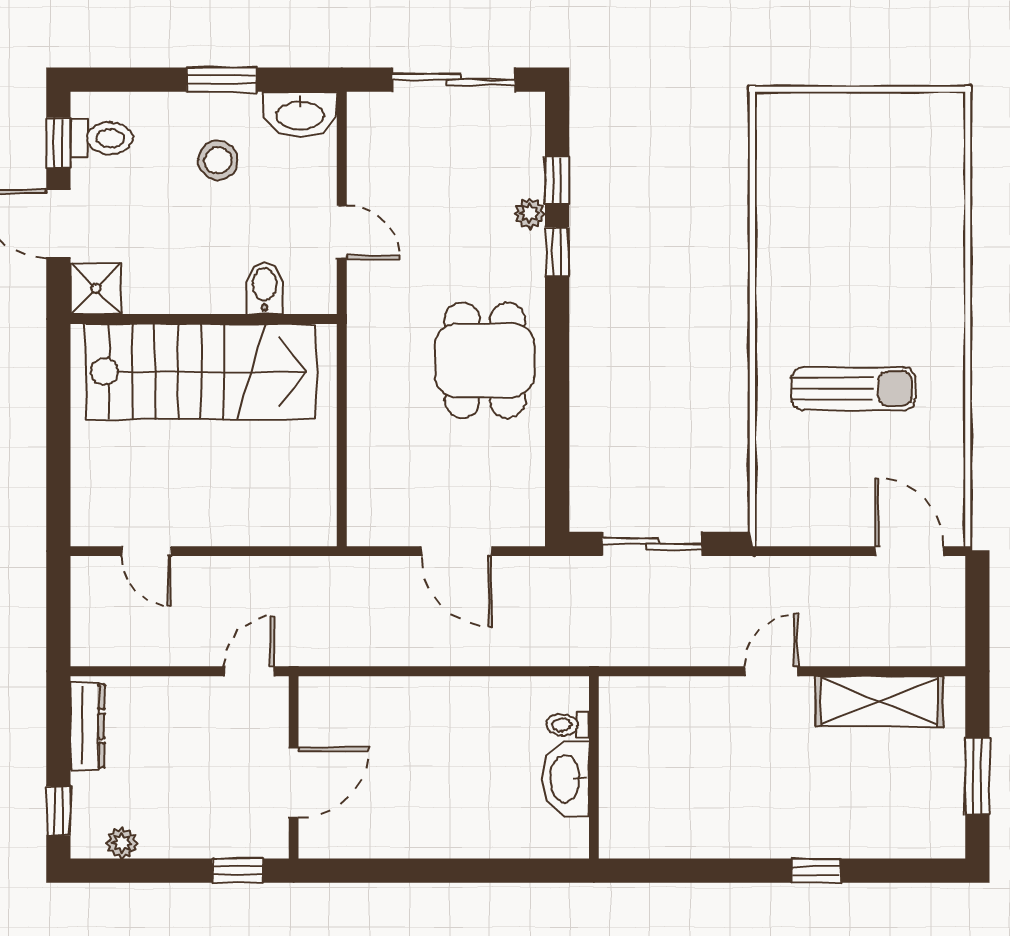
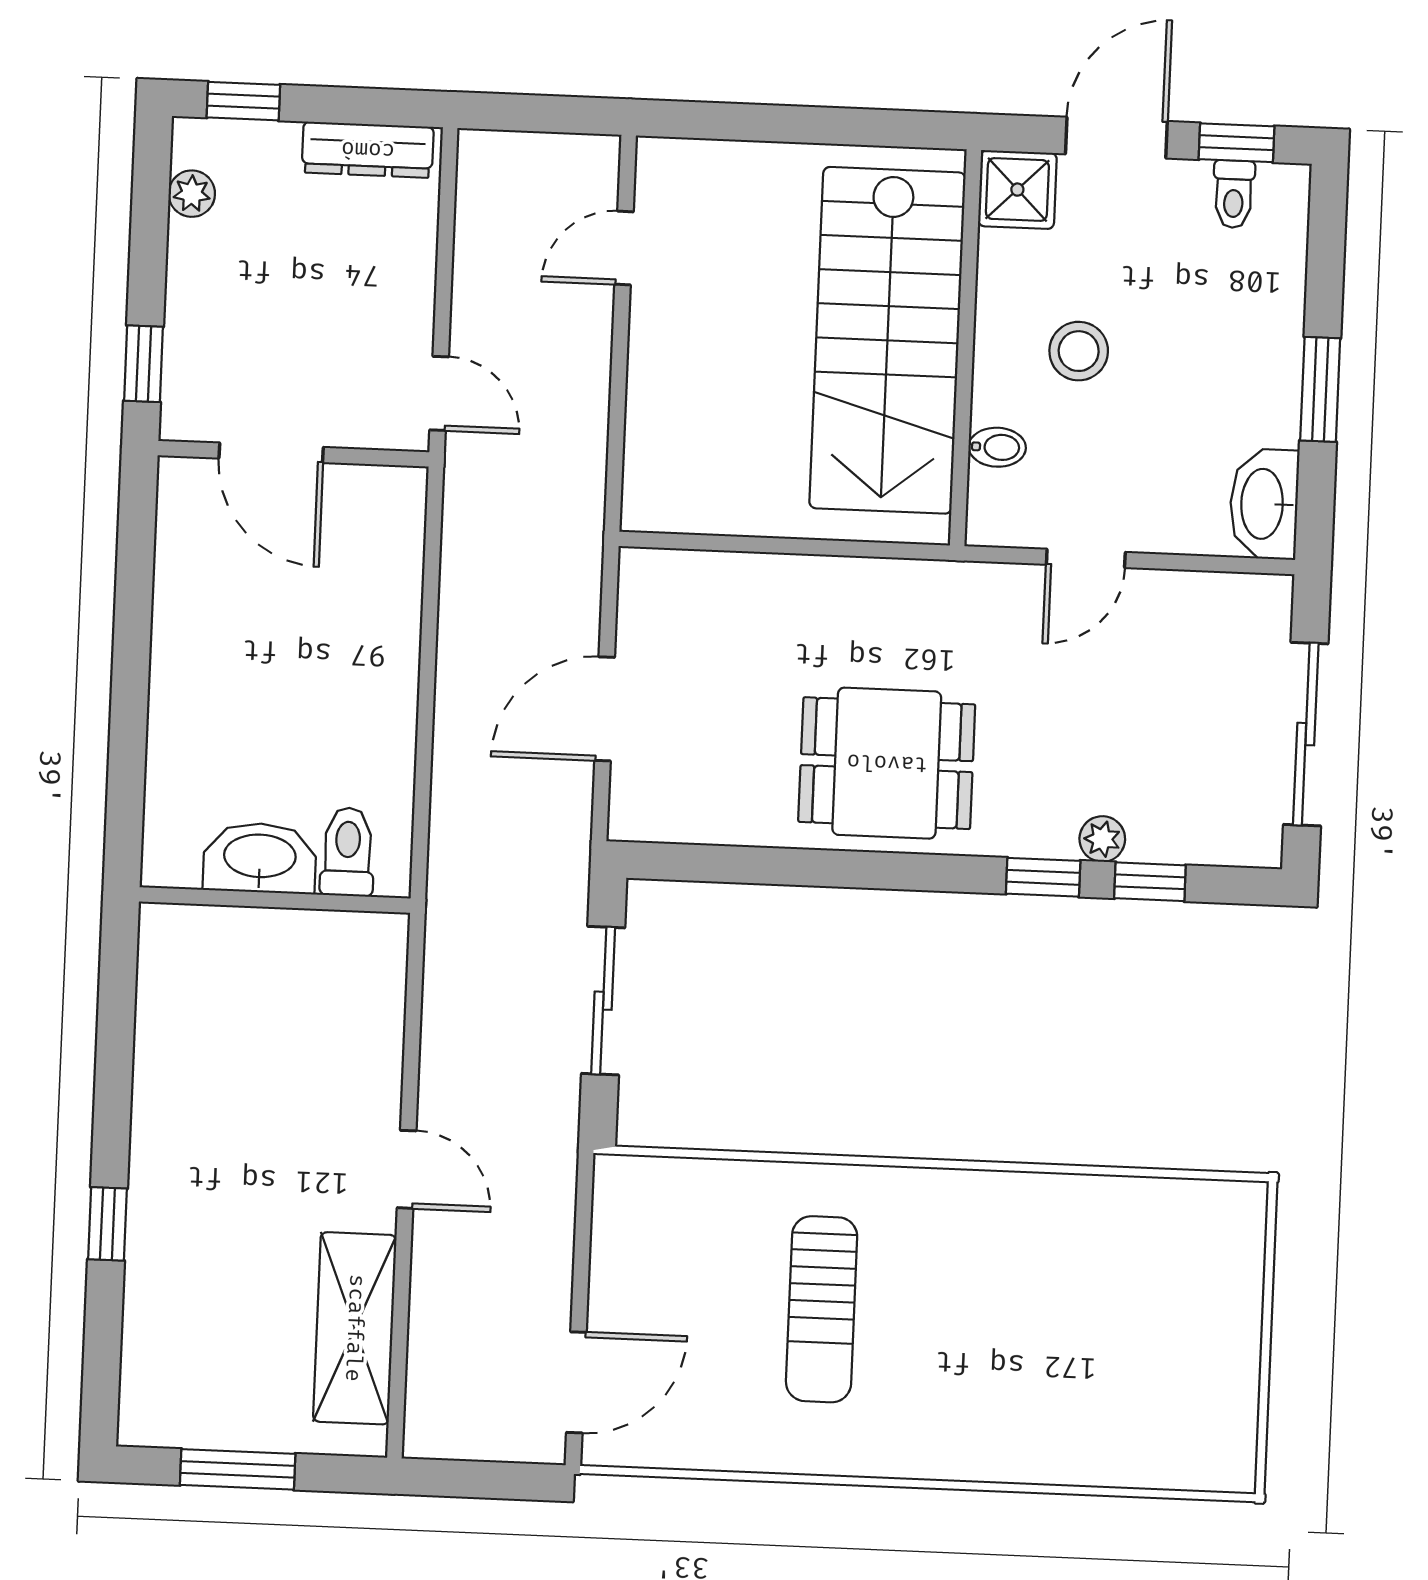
toilet: (102, 138) -> (1234, 194), width x0.73, depth x0.72
stool: (218, 160) -> (1079, 351), moved
bidet: (265, 288) -> (997, 447), width x0.72, depth x0.74
toilet: (568, 725) -> (348, 852), width x1.37, depth x1.39

